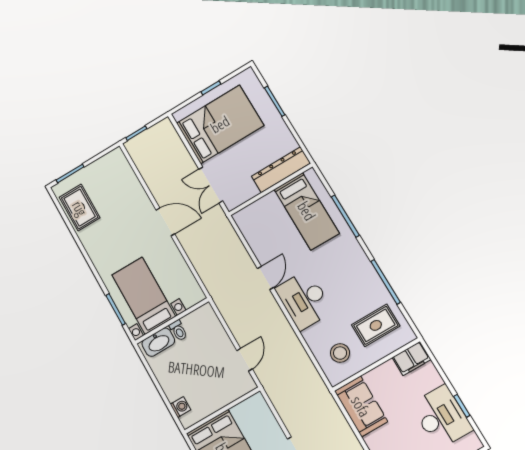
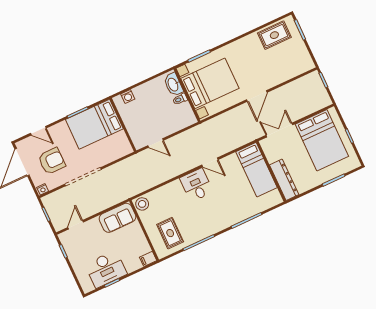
bed: (307, 211) -> (257, 170), moved, turned -90
bed with nightstands: (144, 296) -> (210, 83), width x1.36
desk: (304, 300) -> (196, 185), width x0.73
stool: (340, 353) -> (142, 204), moved
filing cabinet: (412, 358) -> (148, 259), width x0.50

